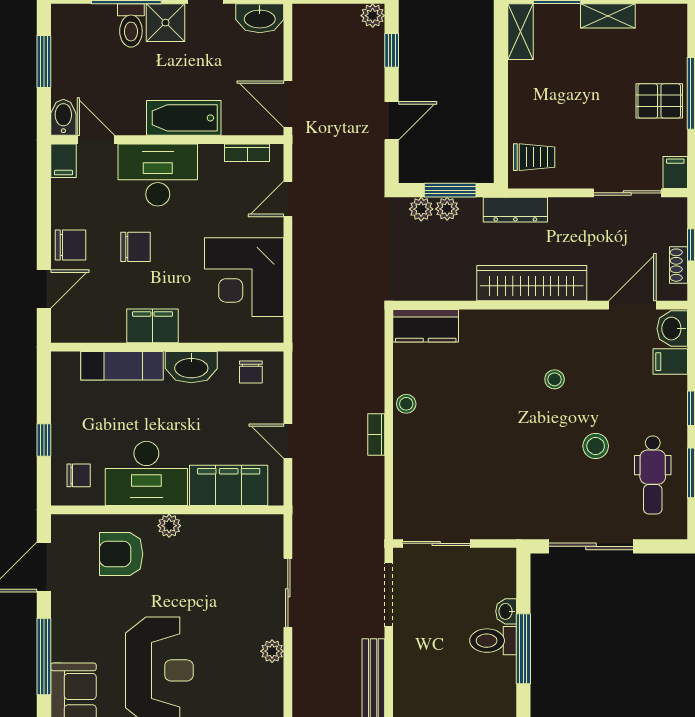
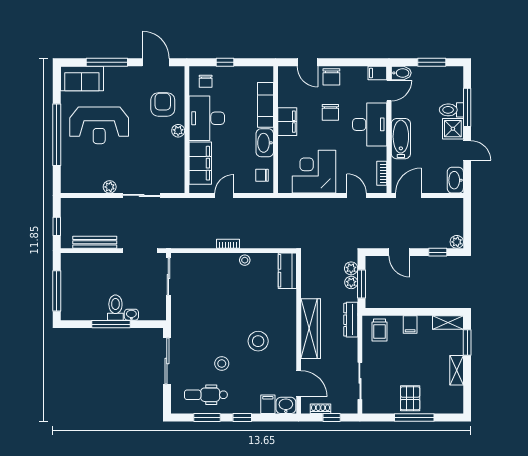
filing cabinet: (675, 172) -> (410, 325), moved, turned 90
stool: (555, 379) -> (258, 341), width x1.89, depth x1.89

